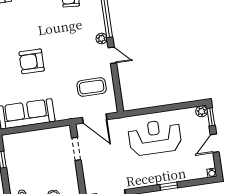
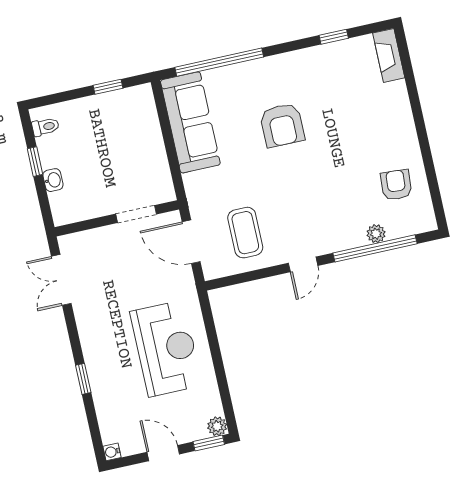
plant: (102, 38) -> (376, 234), moved
armchair: (32, 61) -> (282, 125), turned 180
door: (95, 118) -> (191, 242), hinge flipped

